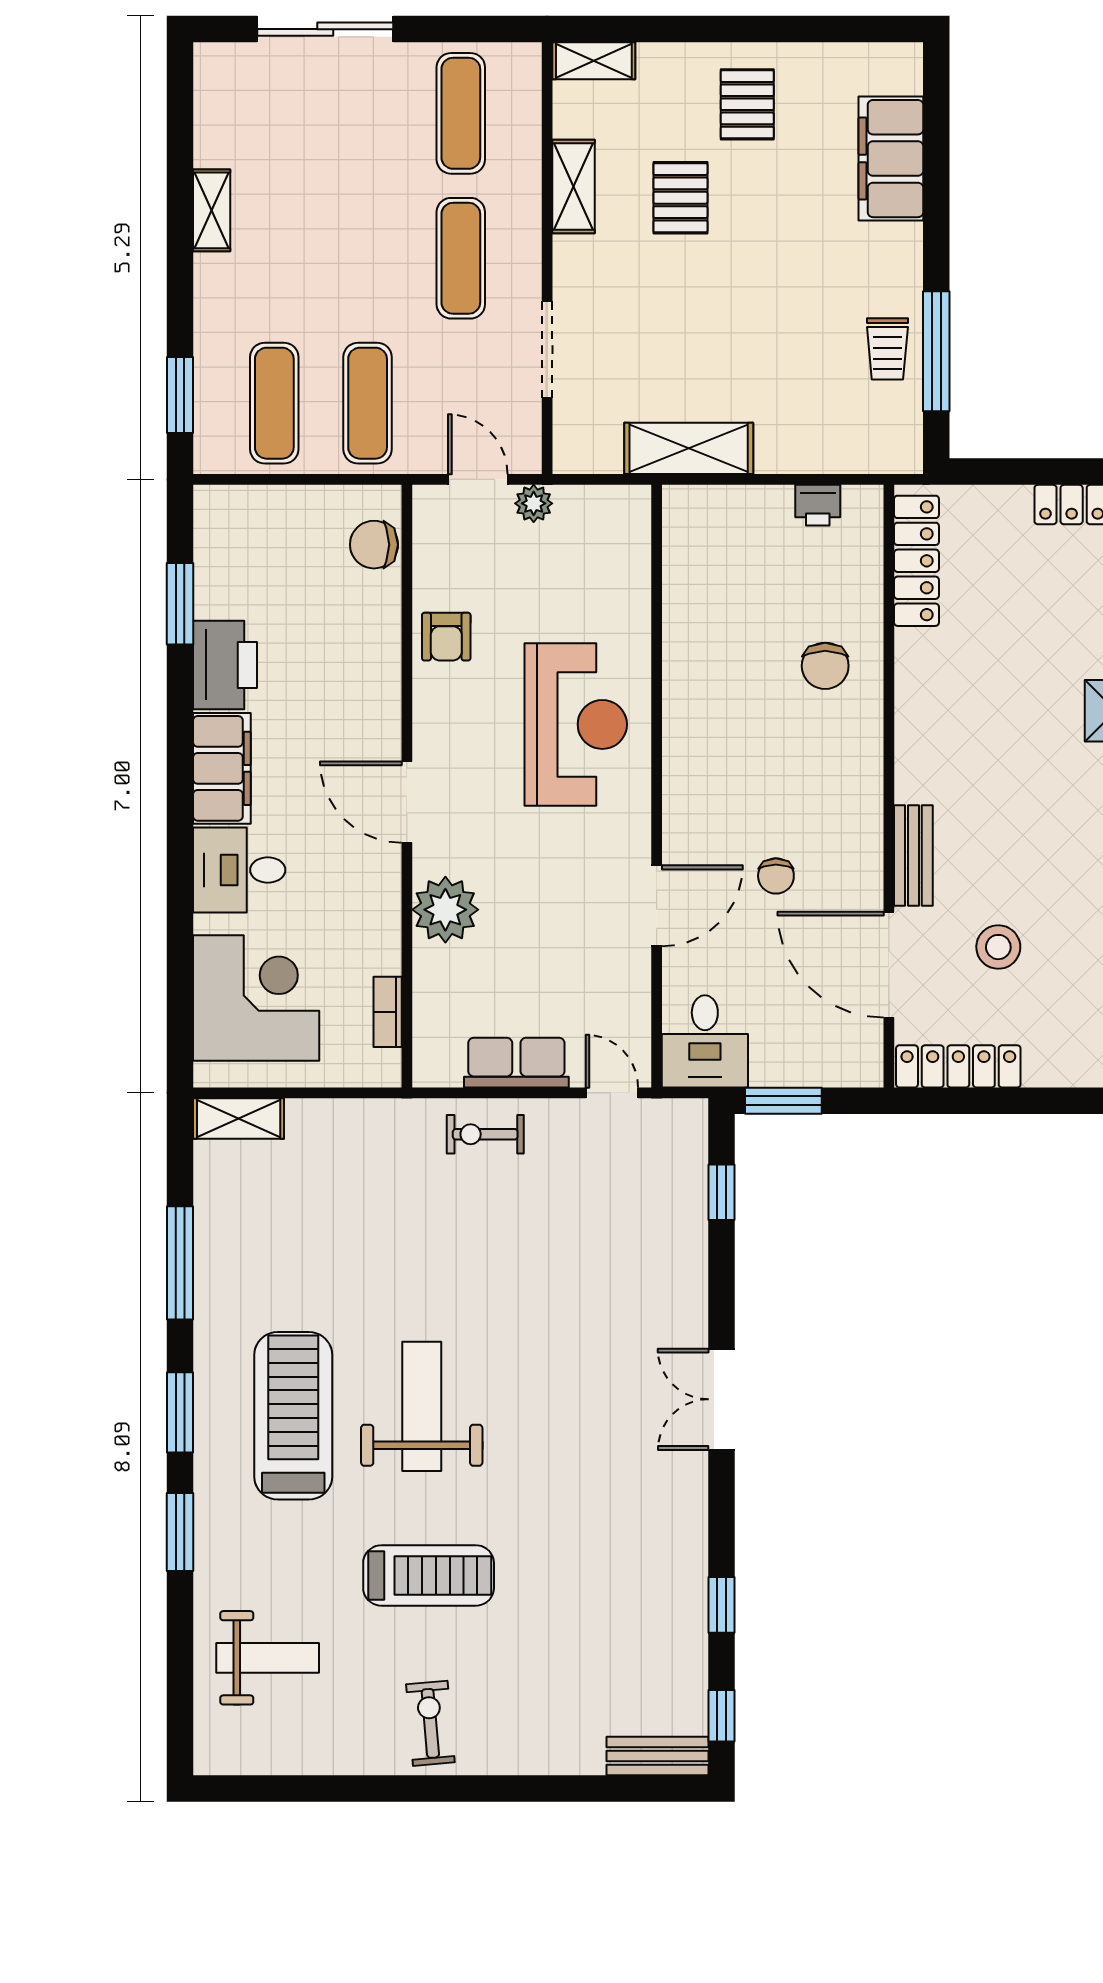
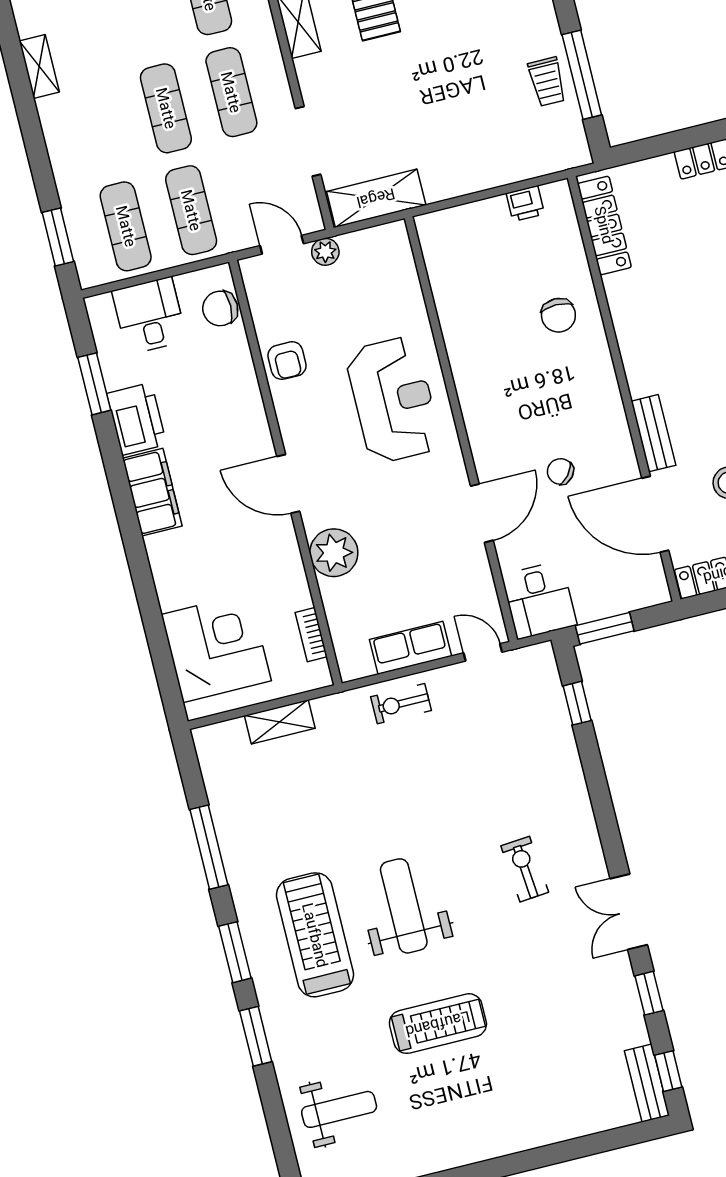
shelving: (212, 210) -> (39, 66), moved
exercise mat: (368, 258) -> (166, 108), added
shelving: (689, 448) -> (376, 198), moved
desk: (239, 870) -> (149, 316), moved, turned 90
chair: (776, 876) -> (560, 471), turned 130
shelving: (239, 1119) -> (280, 722), moved
double door: (722, 1399) -> (629, 912), moved
exercise bike: (430, 1723) -> (525, 869), moved
bench: (658, 1756) -> (647, 1083), moved, turned 90

